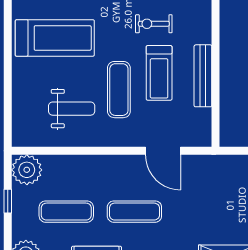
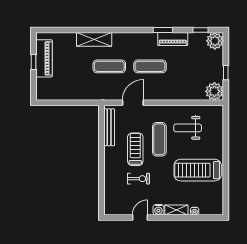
bench: (203, 76) -> (109, 127), moved
door: (163, 151) -> (133, 103), hinge flipped
exercise mat: (66, 212) -> (109, 66), moved

